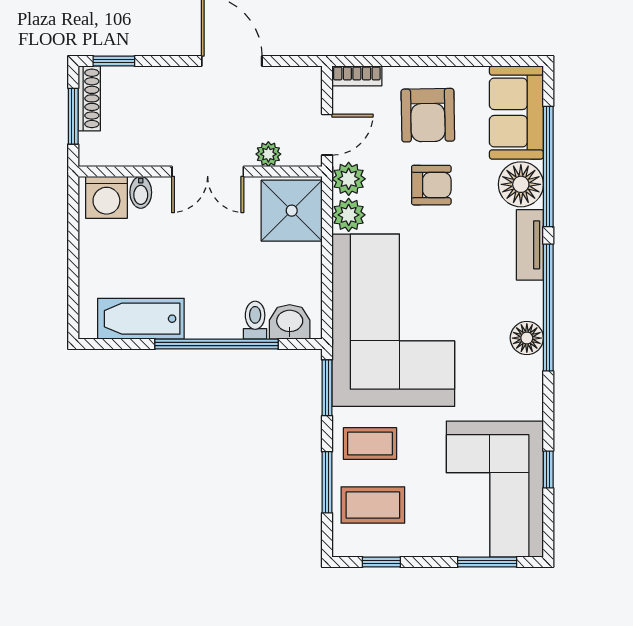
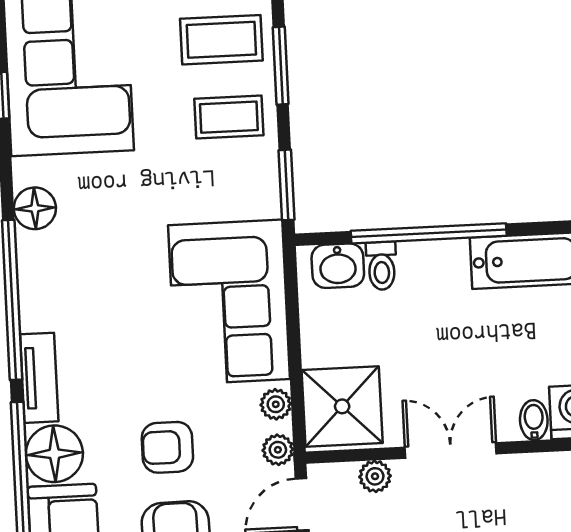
plant: (349, 179) -> (278, 450), width x0.73, depth x0.73
plant: (349, 215) -> (276, 404), width x0.73, depth x0.73
corner sofa: (393, 320) -> (229, 302), width x0.73, depth x0.74
floor lamp: (527, 338) -> (35, 208), moved

